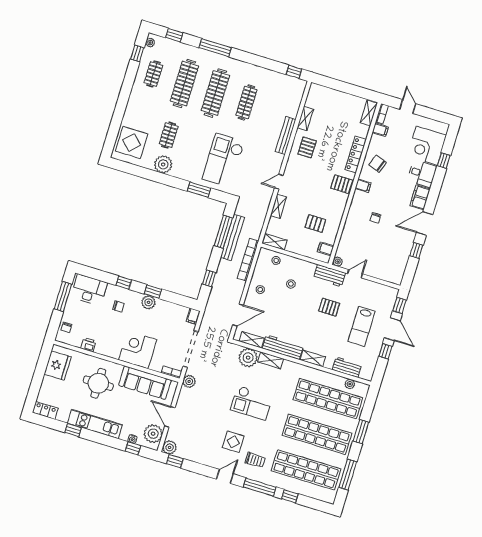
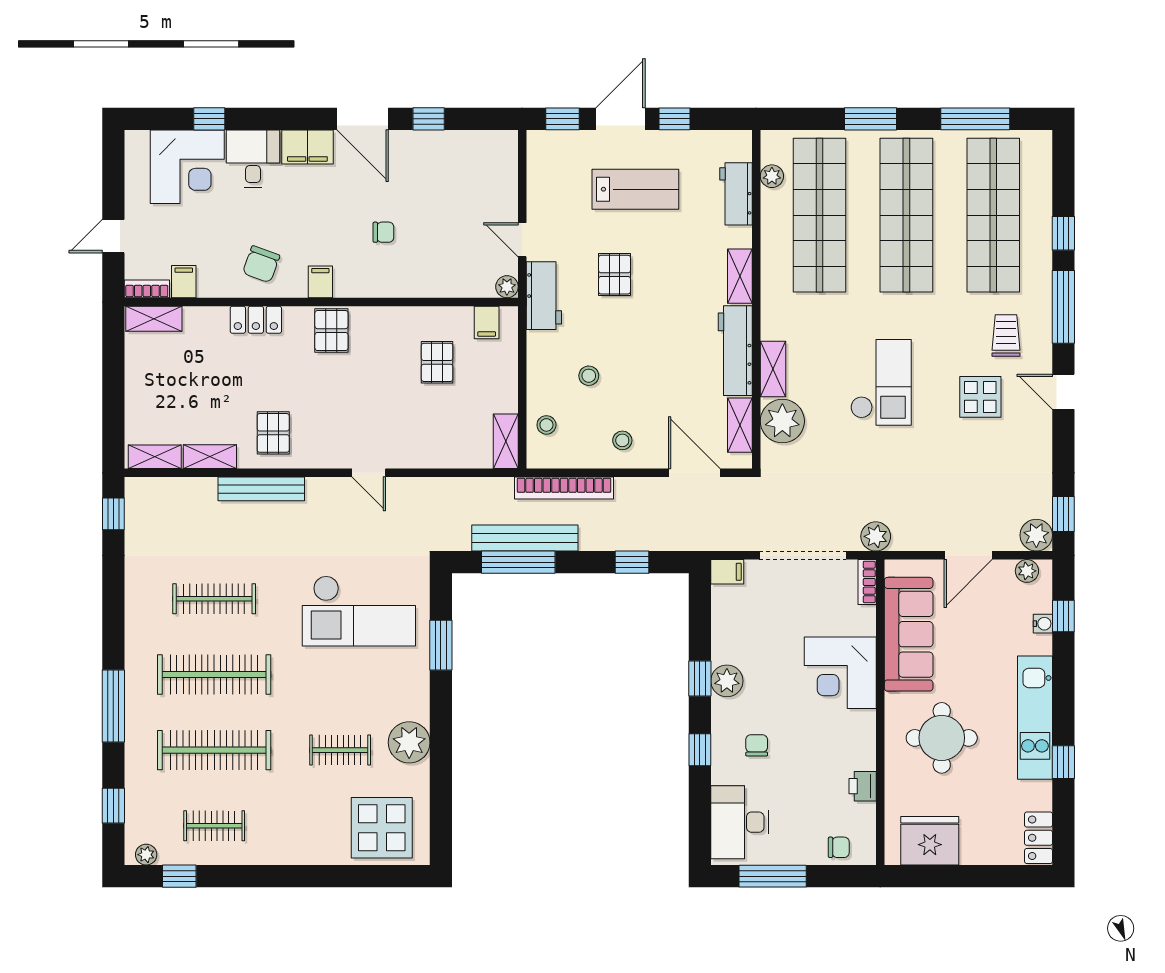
pallet: (307, 147) -> (273, 433), turned 90
locker: (356, 155) -> (256, 320), width x0.66
shelving: (278, 206) -> (155, 457), moved
plant: (153, 434) -> (1027, 571), width x0.53, depth x0.53

